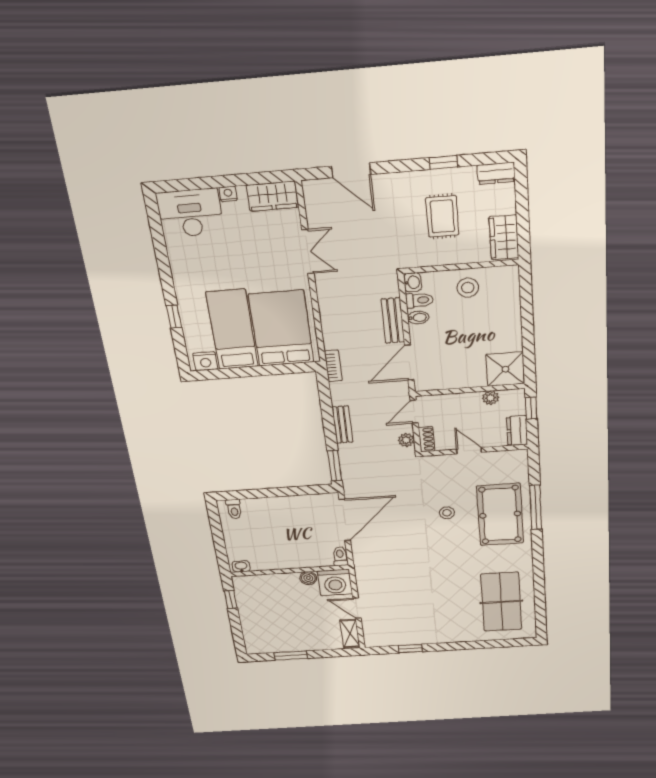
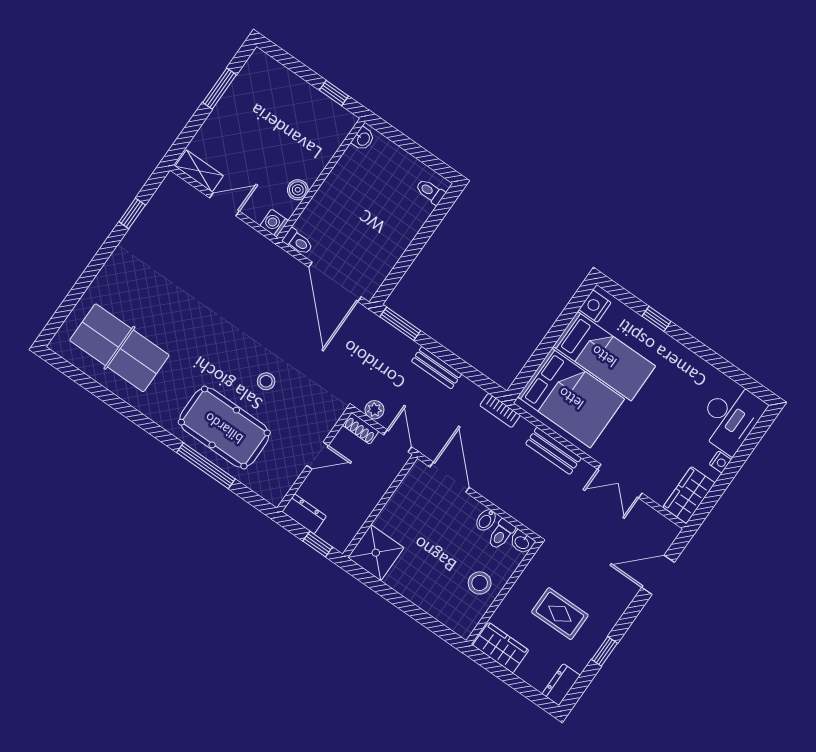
bench: (393, 321) -> (553, 451), moved
plant: (491, 398) -> (357, 518), removed
washing machine: (335, 582) -> (274, 223), width x0.53, depth x0.53

